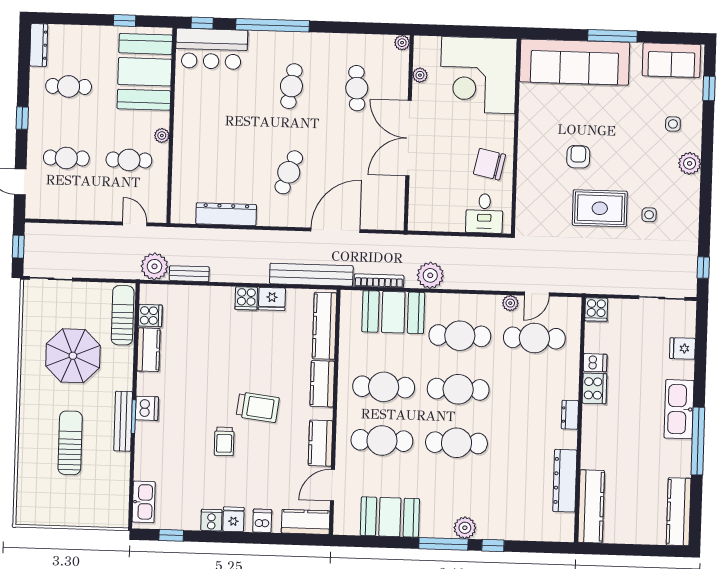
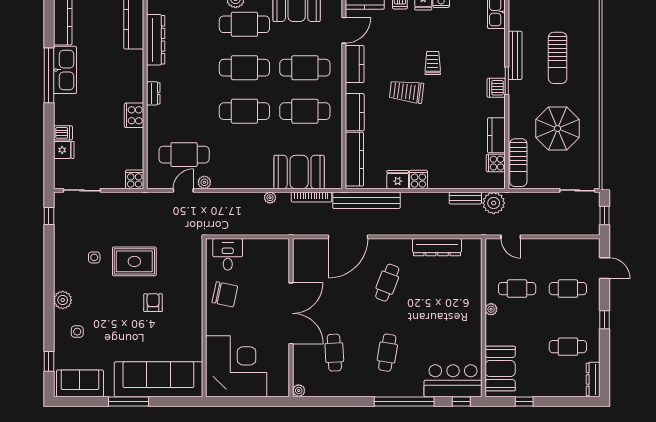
booth: (145, 72) -> (500, 369), width x0.73, depth x0.70
plant: (420, 75) -> (283, 365), removed
armchair: (578, 157) -> (153, 303), turned 180
plant: (430, 275) -> (270, 198), width x0.53, depth x0.53
cafe table: (460, 336) -> (244, 24), moved
dishwasher: (595, 363) -> (63, 133), moved, turned 180
kitchen sink: (679, 409) -> (65, 70), moved
bench: (123, 421) -> (515, 55), moved

